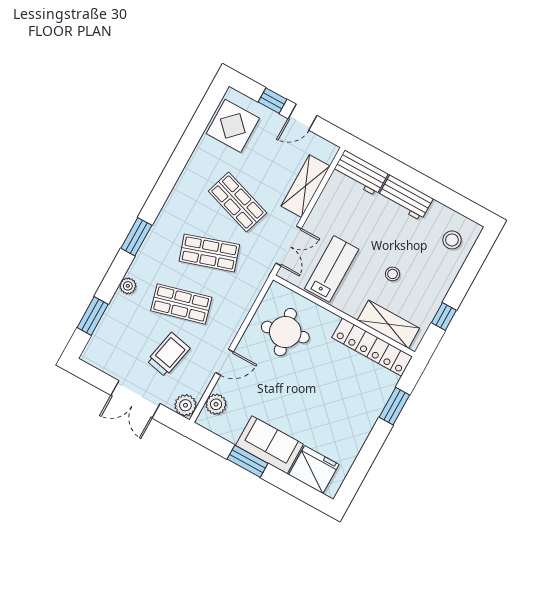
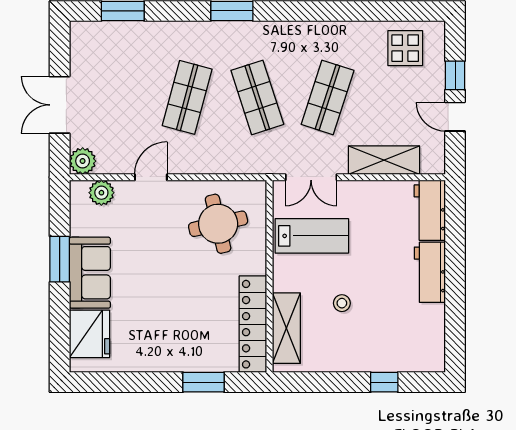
display table: (233, 126) -> (405, 48), width x0.73, depth x0.73
stool: (452, 240) -> (413, 346), removed
plant: (128, 286) -> (175, 31), removed
shop shelf: (181, 304) -> (187, 97), turned 30
window: (444, 317) -> (384, 382), moved
trolley: (168, 354) -> (126, 113), removed
door: (225, 362) -> (151, 177), swing flipped

